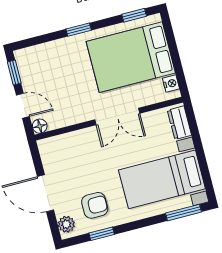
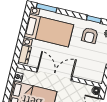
double door: (117, 117) -> (54, 74), width x1.37
armchair: (95, 205) -> (90, 35), turned -90

